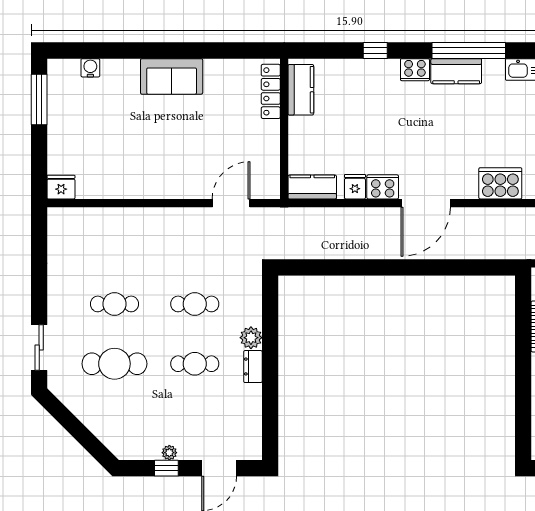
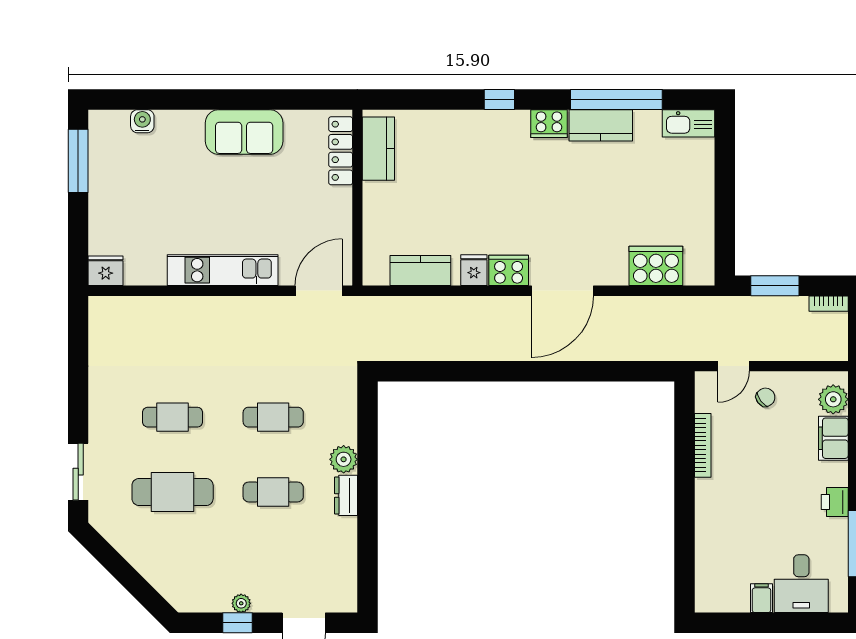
kitchen counter: (301, 90) -> (378, 149), moved
locker: (271, 91) -> (341, 151), moved
wall: (284, 129) -> (357, 198), moved
kitchen unit: (154, 187) -> (223, 270), added

